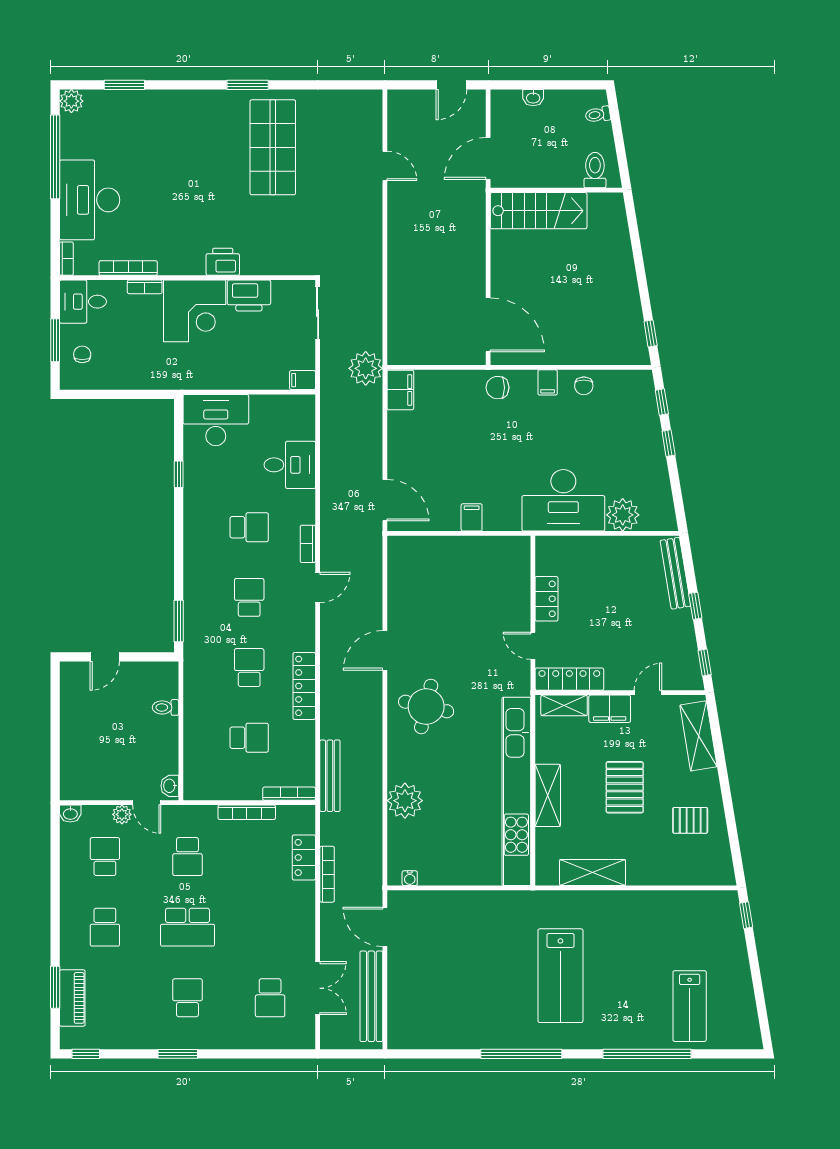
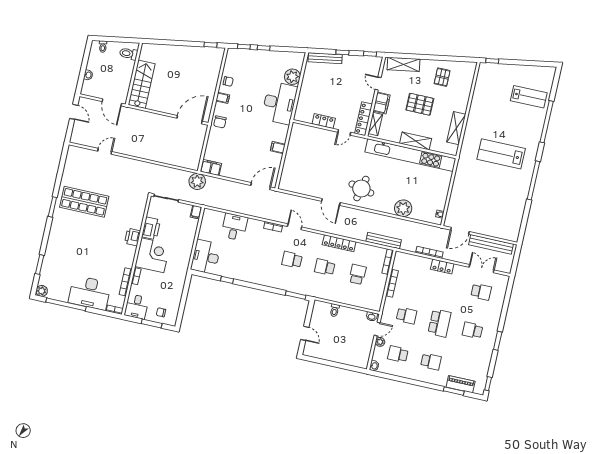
school desk: (249, 527) -> (259, 252), removed
locker: (304, 857) -> (442, 266), moved
lab bench: (560, 976) -> (501, 154), turned 180

